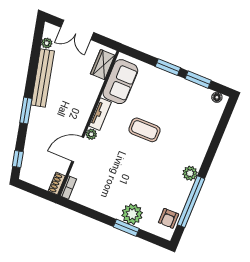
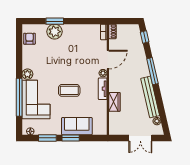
double door: (77, 30) -> (140, 138), swing flipped
wardrobe: (103, 65) -> (114, 102), moved
sofa: (120, 82) -> (77, 126), moved, turned 90
window: (26, 111) -> (152, 71), width x1.44
corner sofa: (193, 136) -> (36, 100), added
window: (191, 202) -> (19, 97), moved

